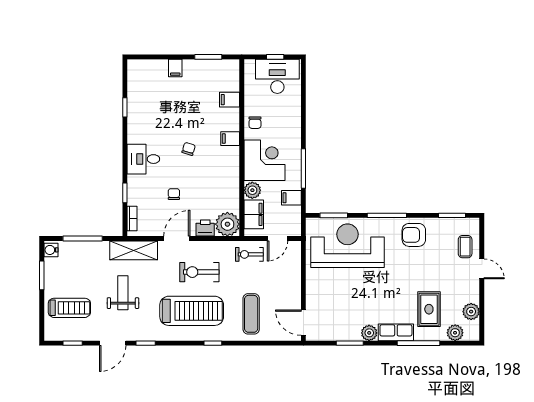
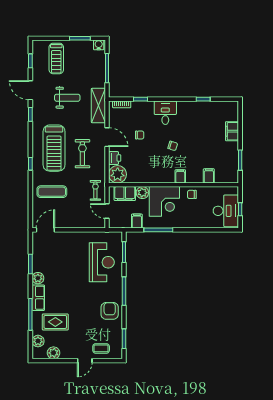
filing cabinet: (175, 68) -> (232, 131), width x2.00
reception desk: (347, 246) -> (102, 262), width x0.74, depth x0.77

